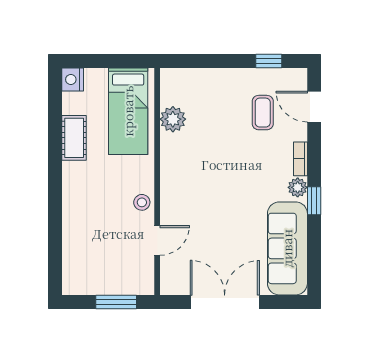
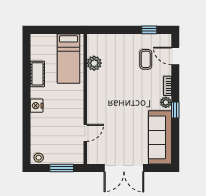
nightstand: (73, 80) -> (37, 106), moved
stool: (142, 202) -> (39, 158), moved
double door: (225, 302) -> (124, 168), swing flipped

